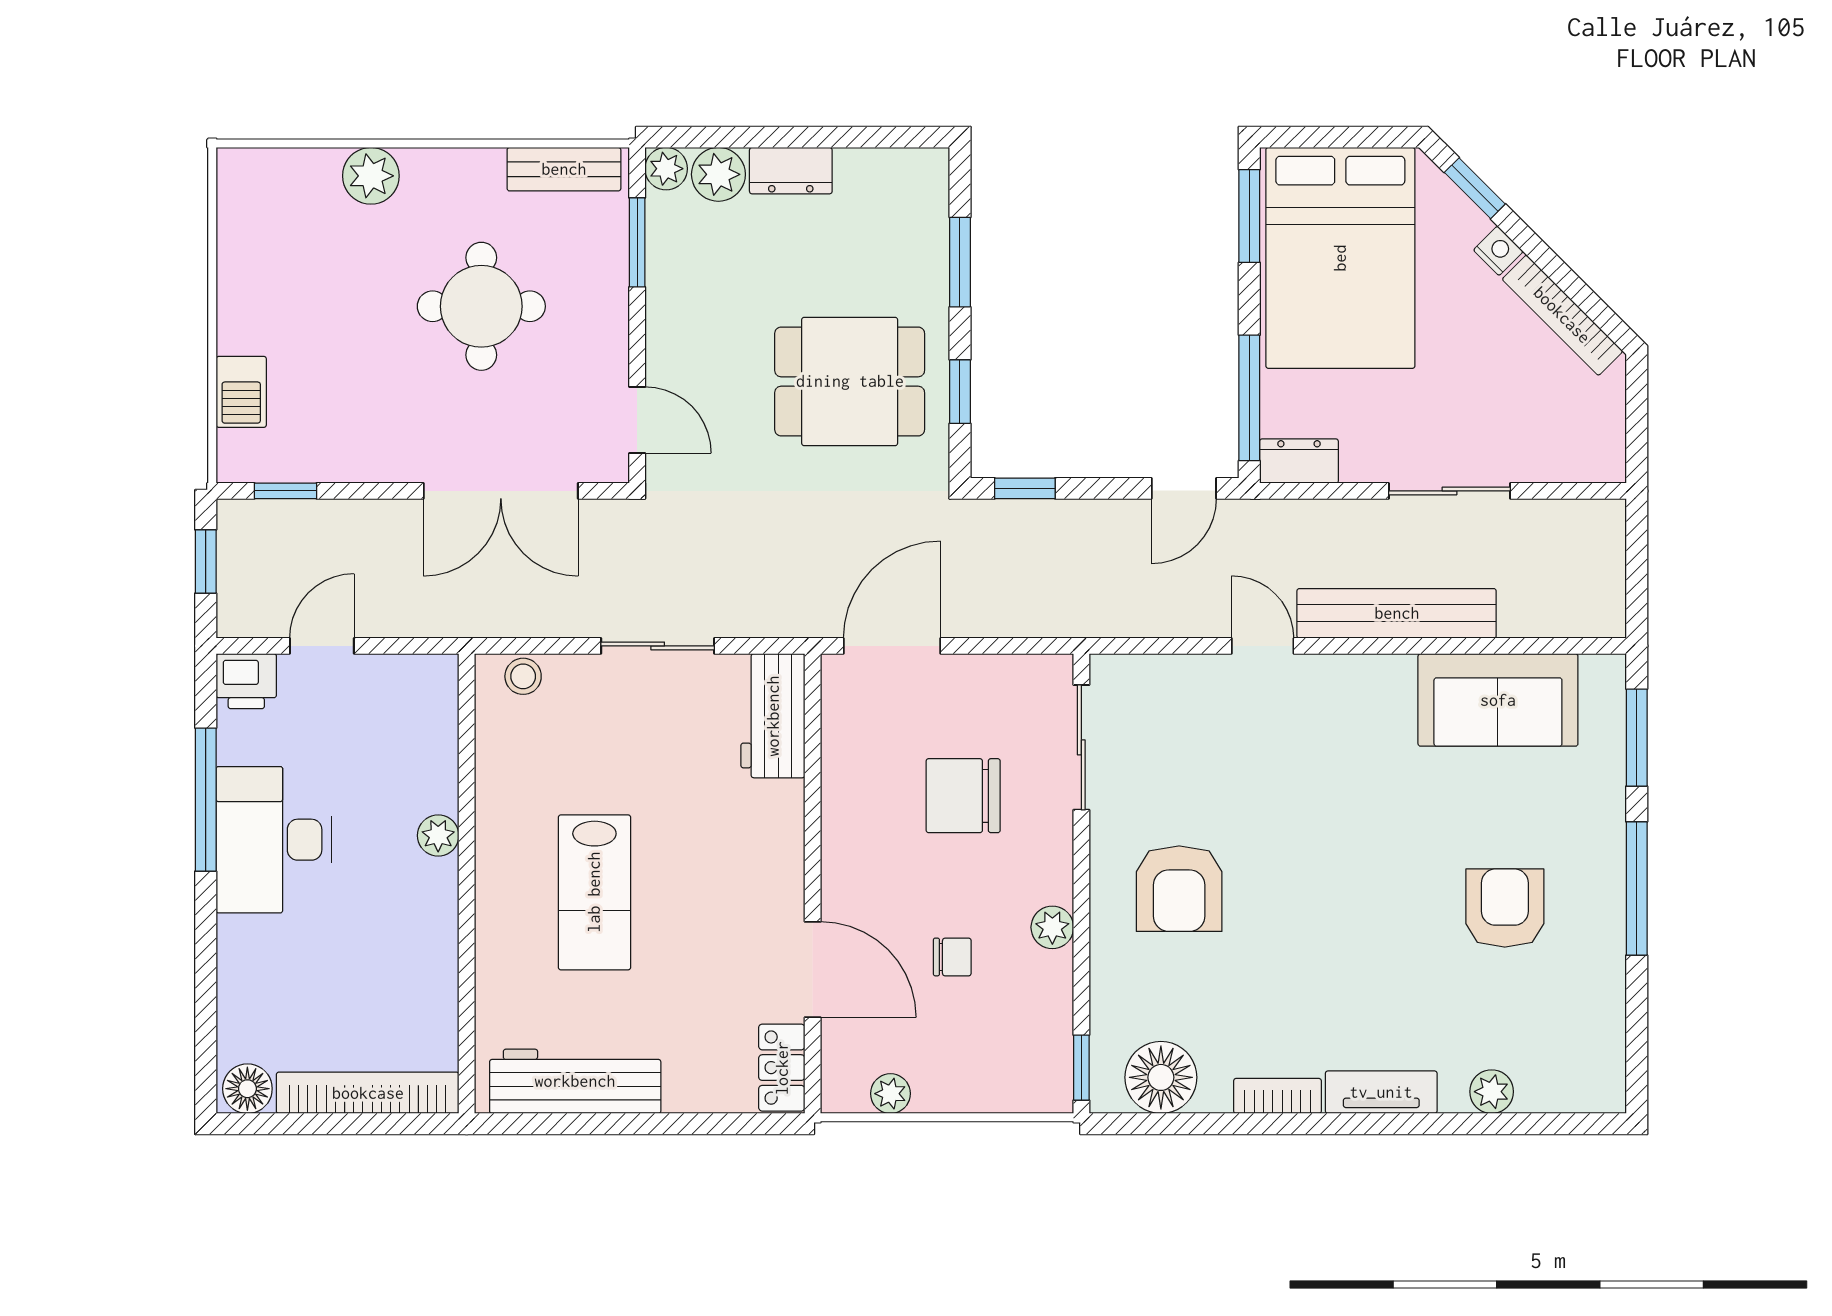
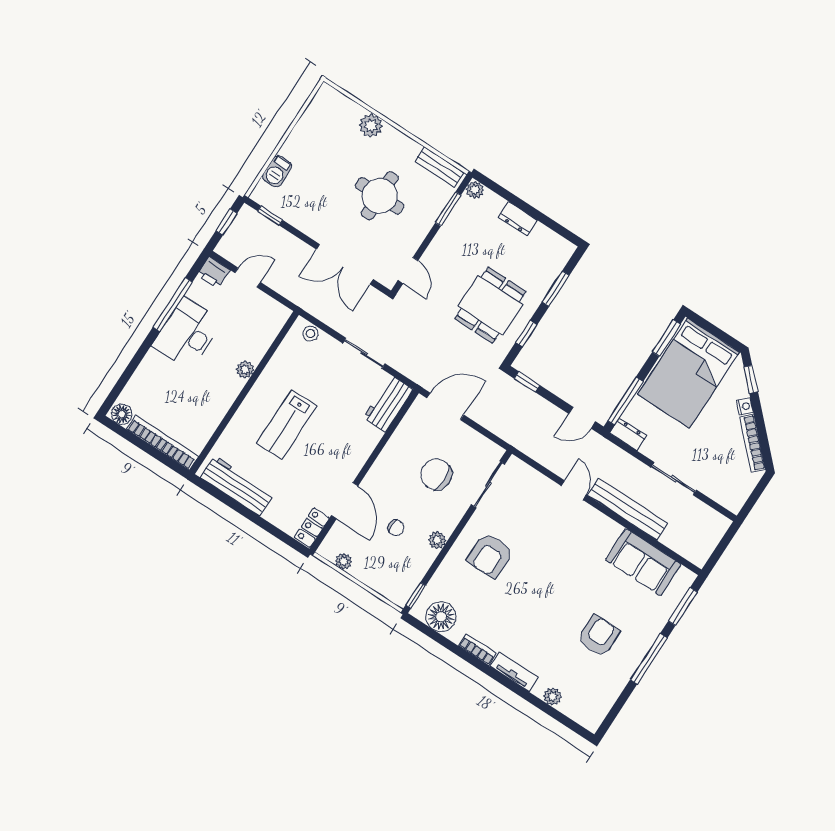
plant: (718, 174) -> (492, 204), removed
dining table: (850, 381) -> (490, 305), turned 90

